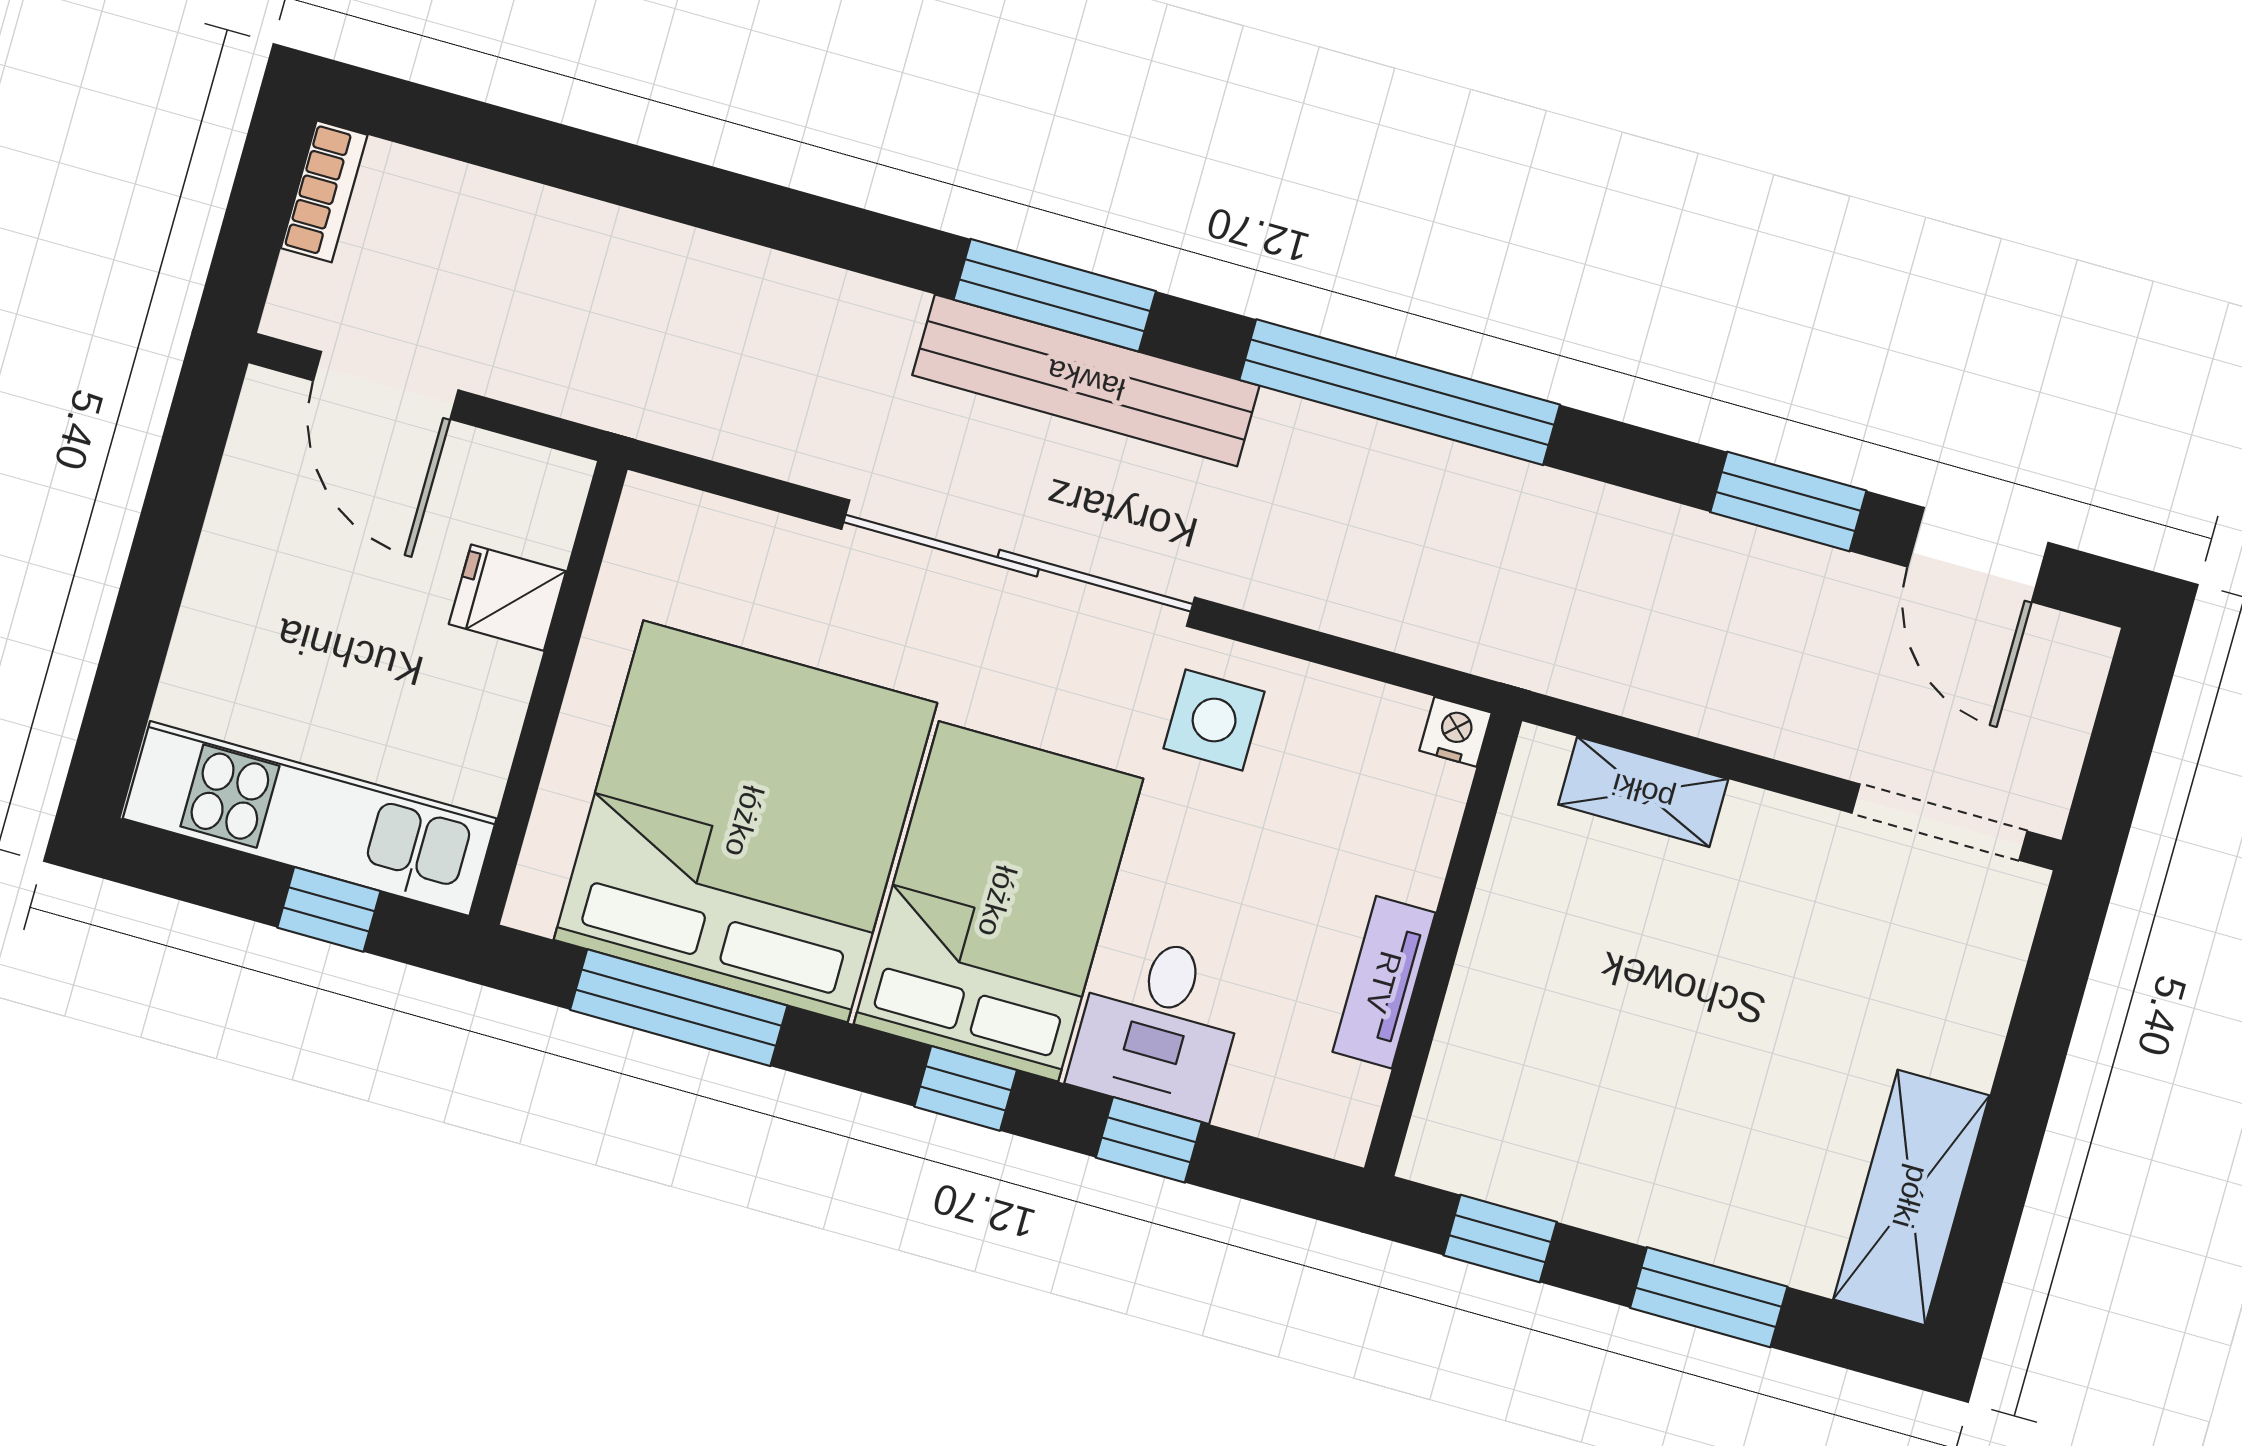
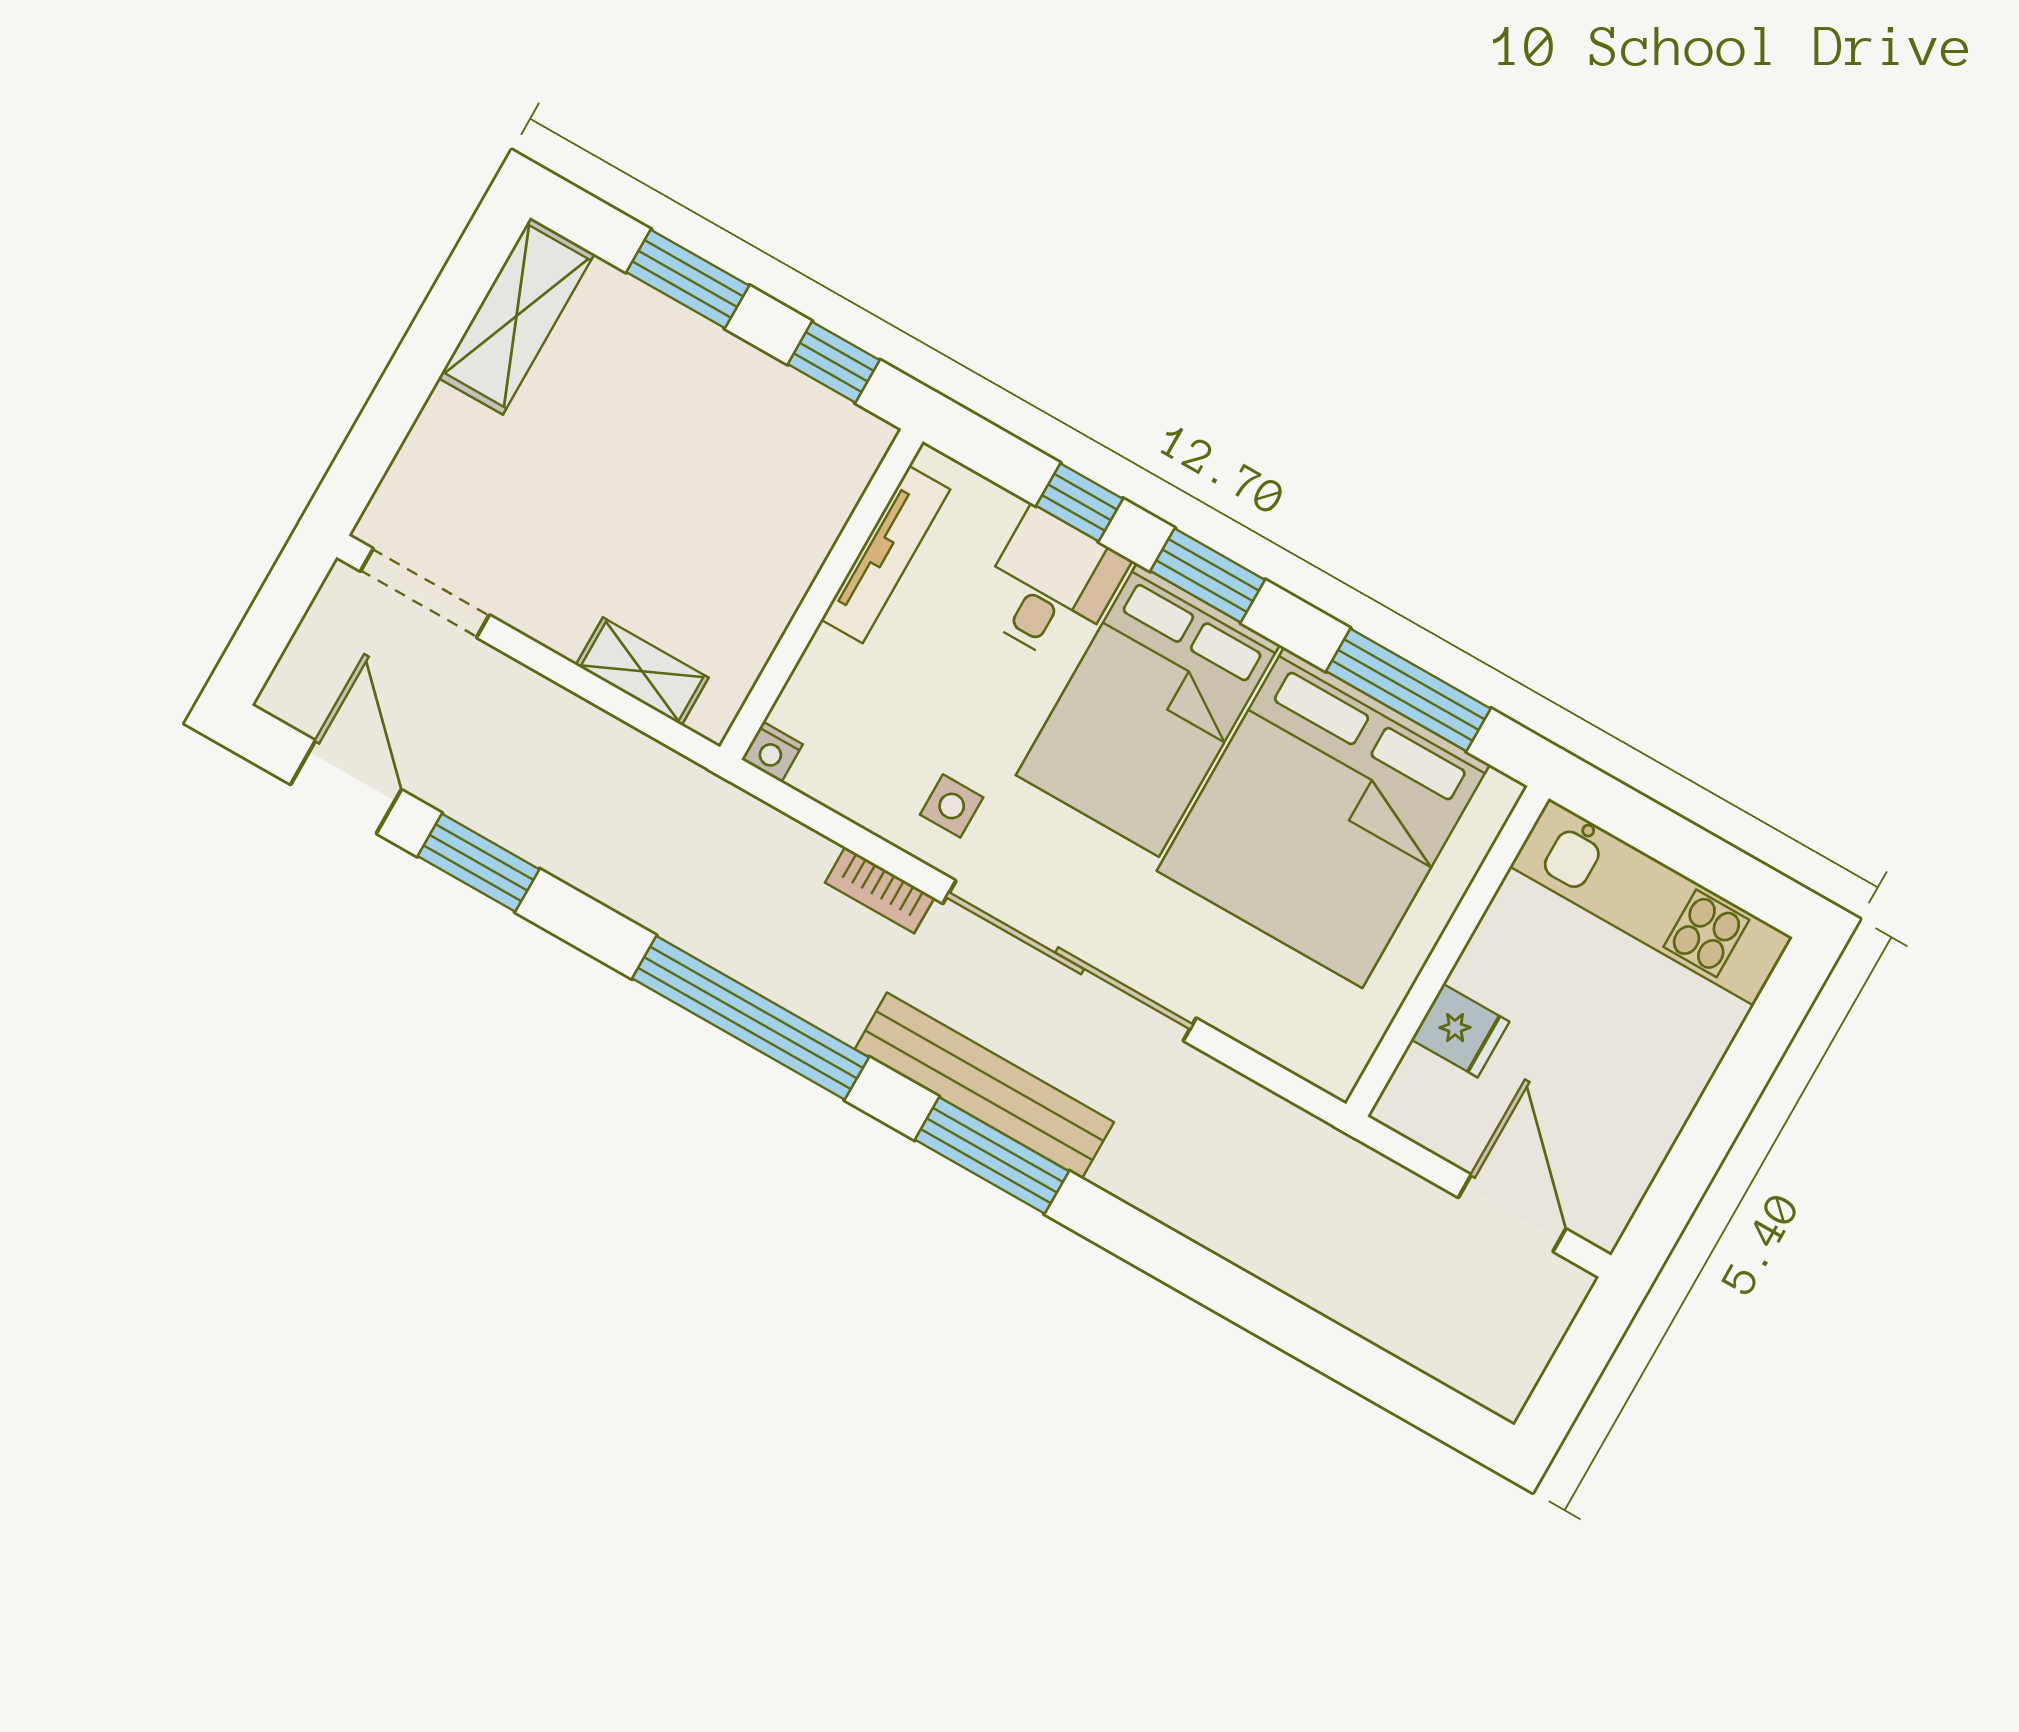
bookcase: (324, 191) -> (880, 890), moved, turned -90
side table: (1214, 720) -> (952, 806), width x0.73, depth x0.73
window: (329, 909) -> (1653, 830), removed
tv unit: (1384, 982) -> (886, 554), width x1.41
window: (966, 1088) -> (1208, 575), width x1.50

